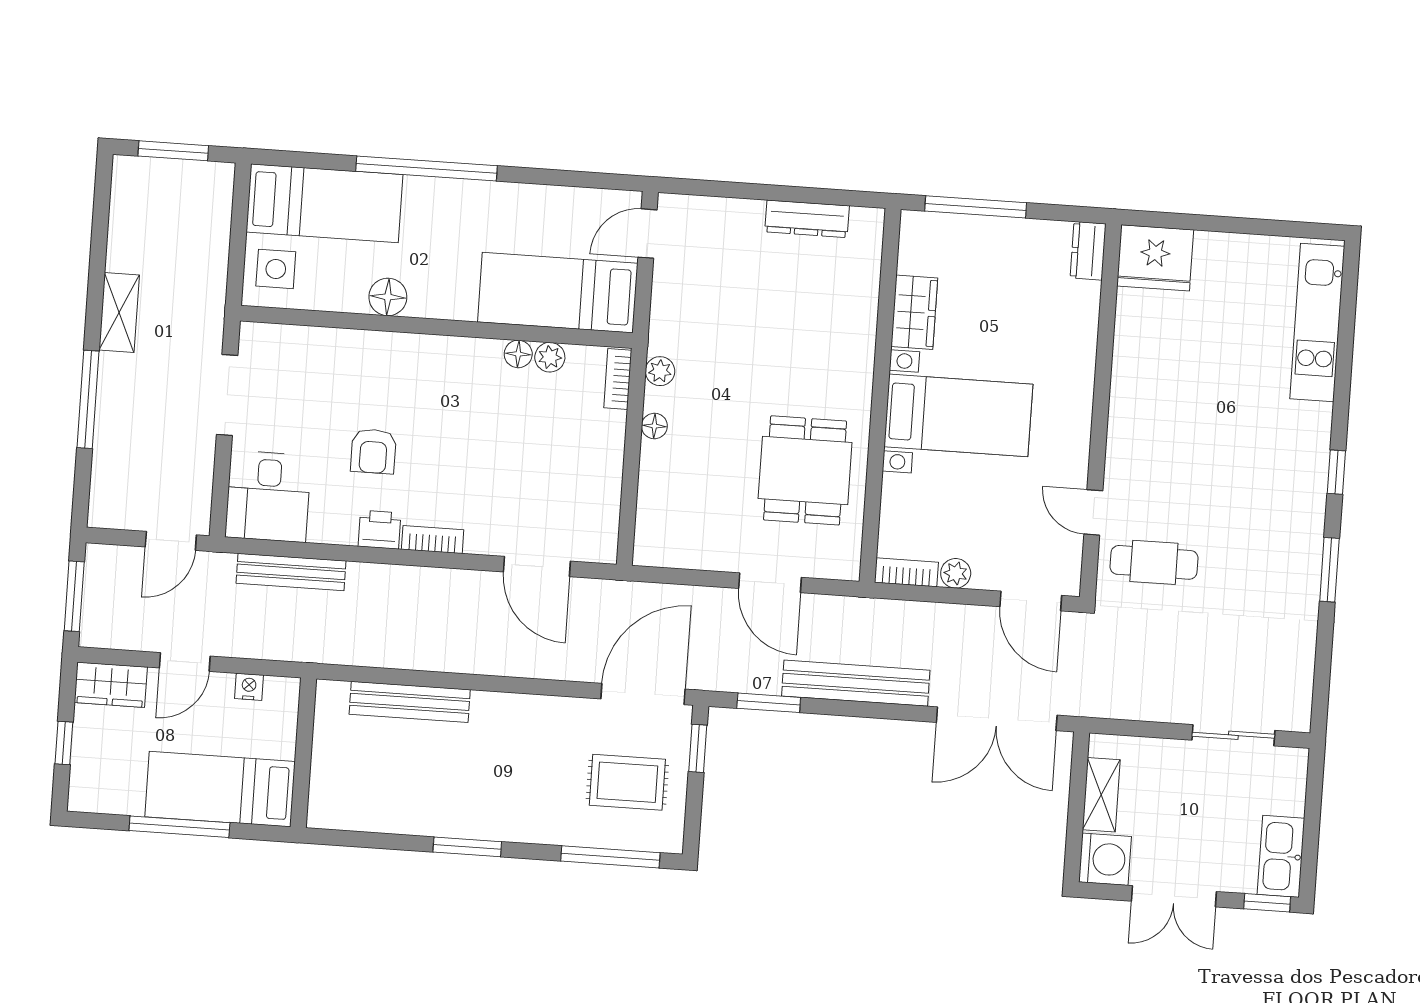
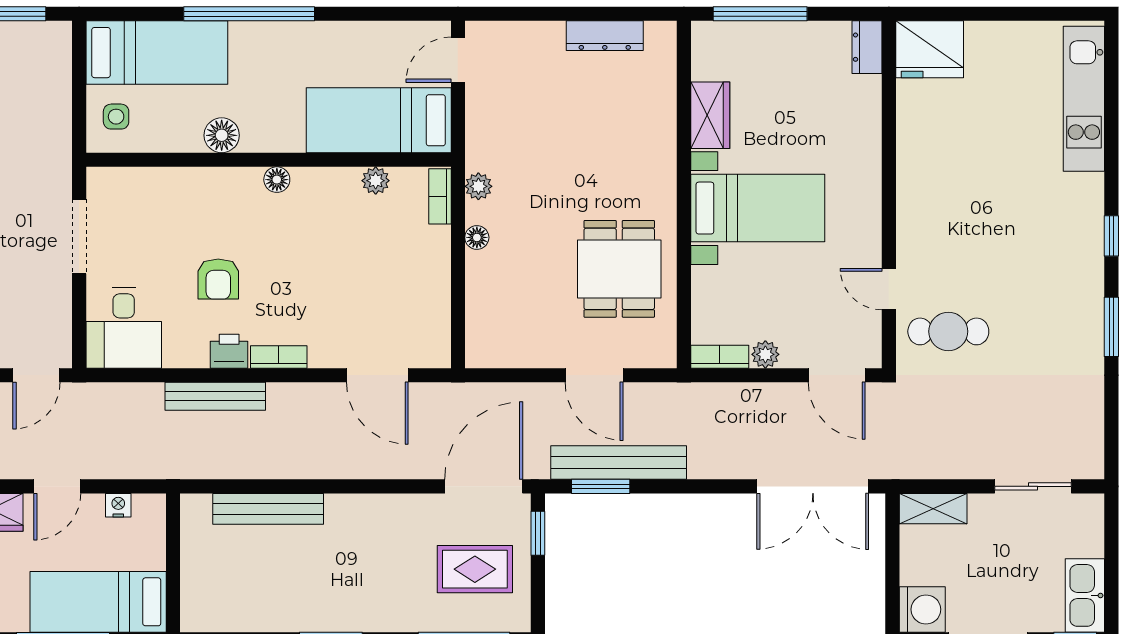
side table: (276, 269) -> (116, 117), width x0.73, depth x0.73
floor lamp: (518, 354) -> (277, 180), moved
bench: (291, 572) -> (215, 396), moved
bench: (856, 683) -> (619, 463), moved
shelving: (1101, 795) -> (933, 509), moved, turned 90

